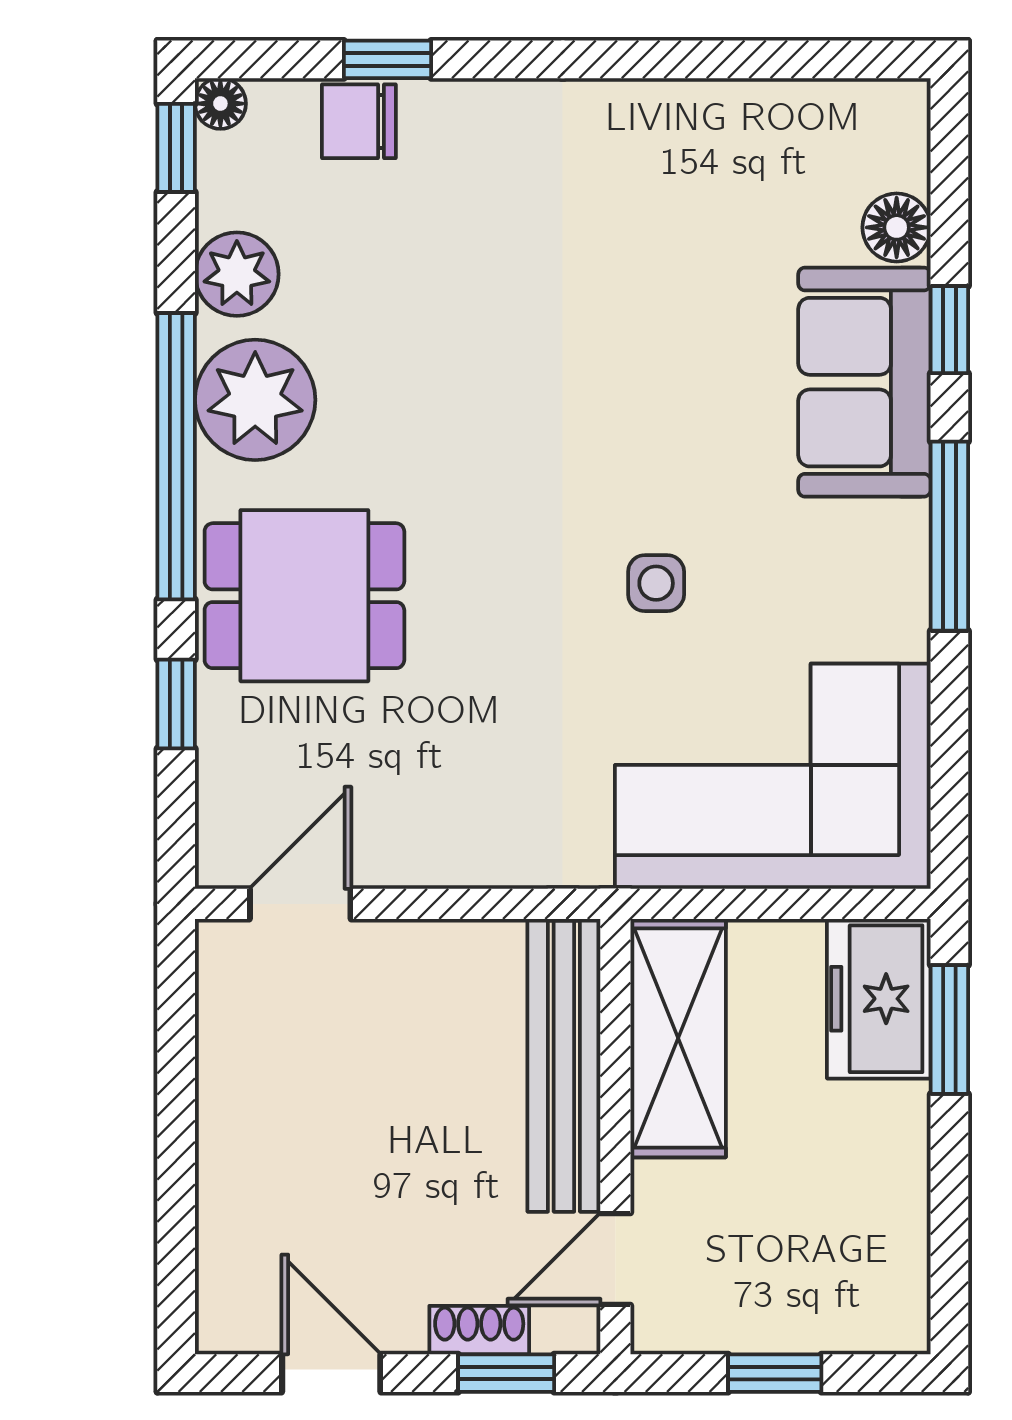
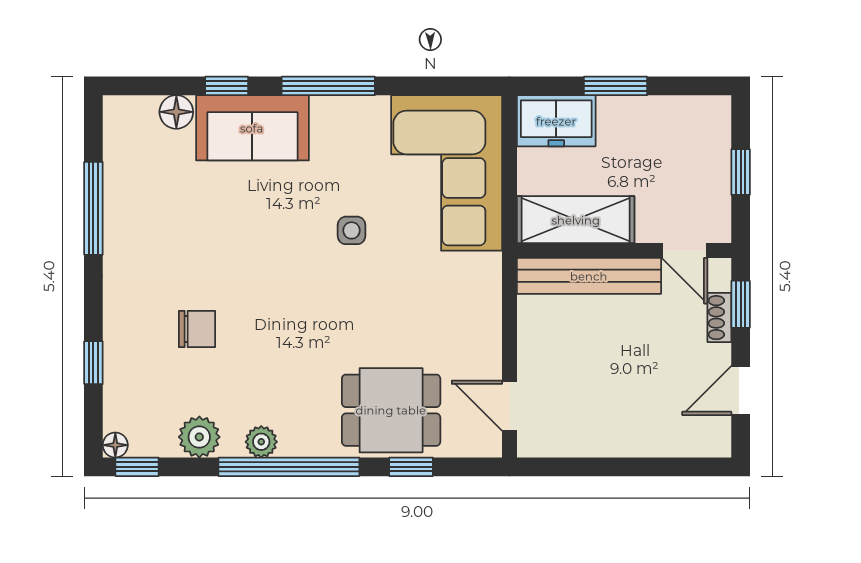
window: (701, 59) -> (93, 208), added
chair: (359, 121) -> (197, 329), moved, turned -90
plant: (255, 400) -> (261, 442), width x0.53, depth x0.53
dining table: (304, 596) -> (391, 410), moved, turned 90
window: (949, 1029) -> (615, 86), moved

